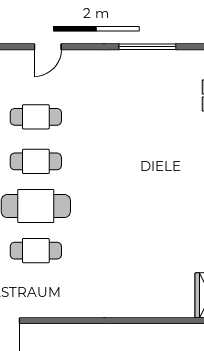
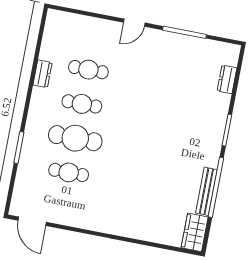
door: (48, 47) -> (134, 23), moved

